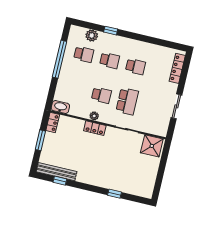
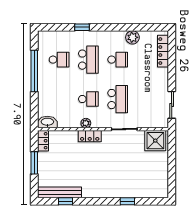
plant: (92, 35) -> (132, 37), moved
school desk: (110, 60) -> (88, 60), width x1.85
sliding door: (176, 106) -> (172, 105), moved

